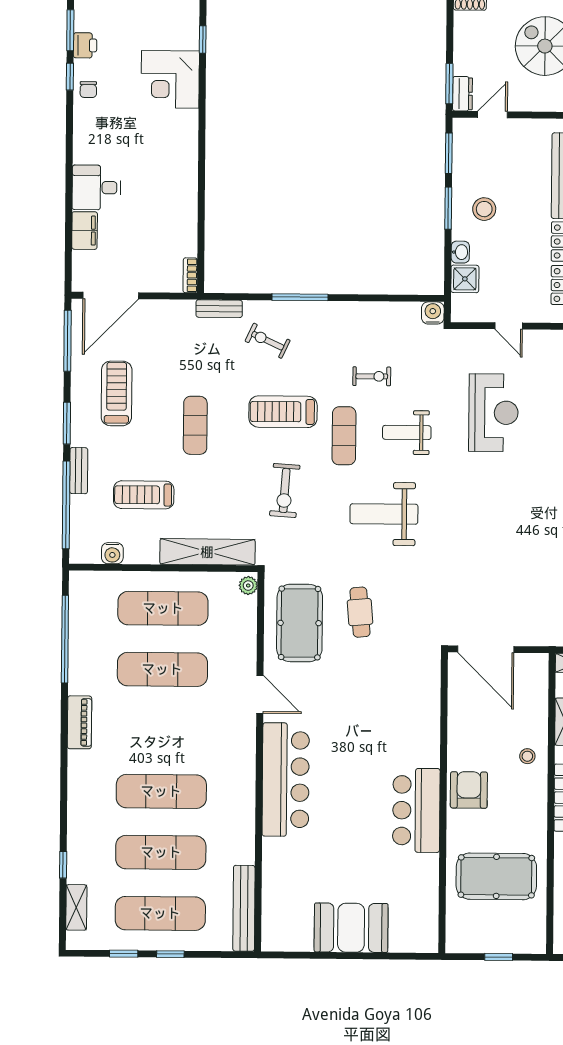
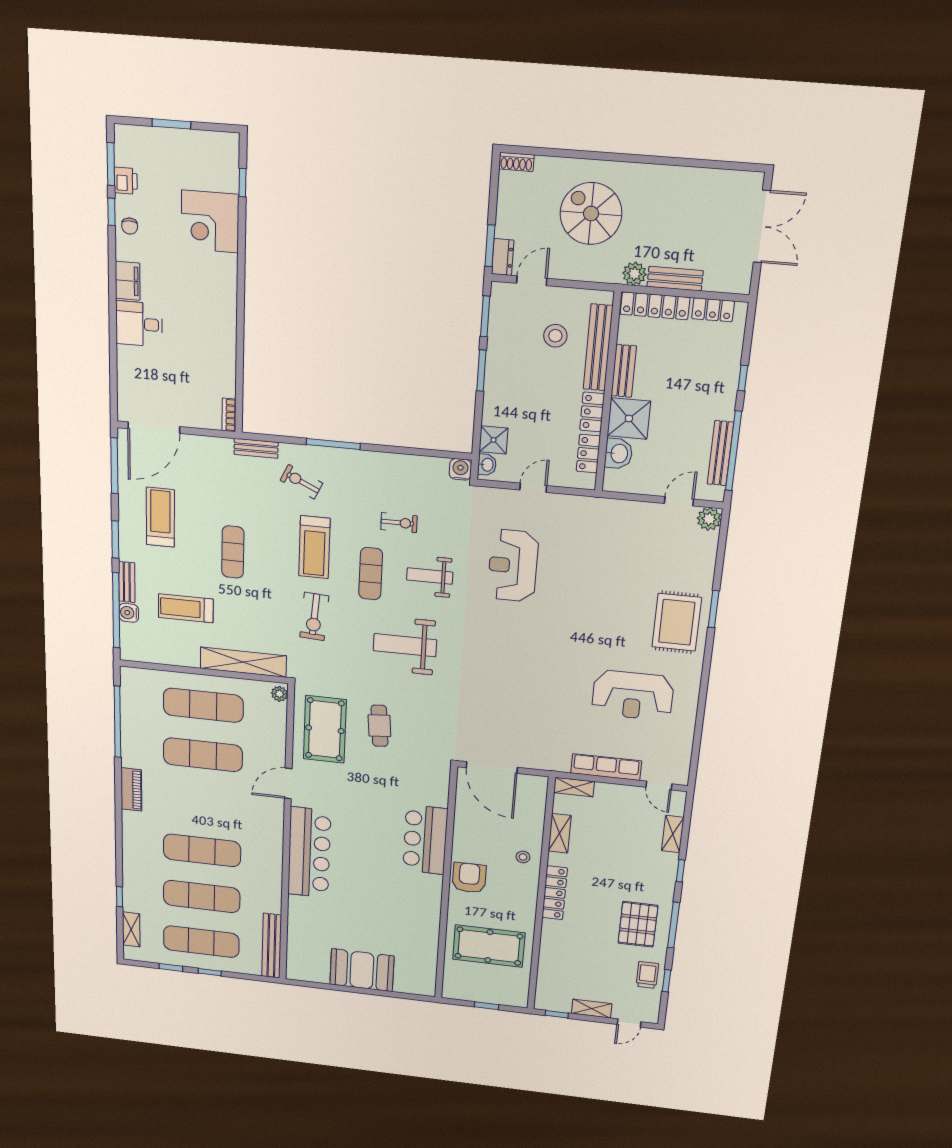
stool: (484, 209) -> (555, 336), moved
filing cabinet: (85, 231) -> (128, 281), moved
washbasin: (460, 252) -> (487, 465), moved
door: (509, 326) -> (533, 488), swing flipped
treadmill: (283, 412) -> (314, 547), turned -90
reception desk: (493, 413) -> (513, 566), turned 180
water cooler: (112, 553) -> (129, 613), moved, turned 90
door: (260, 694) -> (288, 783), swing flipped
bar counter: (416, 810) -> (425, 840), moved

